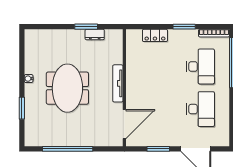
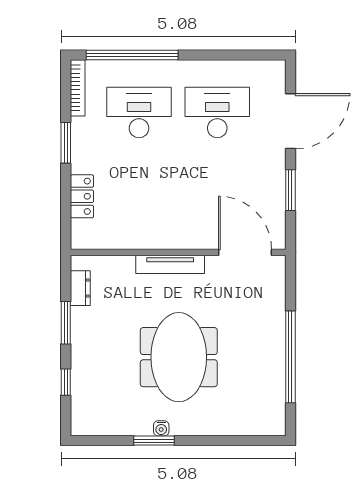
window: (54, 27) -> (66, 382), added
dresser: (95, 34) -> (80, 288), moved
meeting table: (67, 88) -> (179, 357), turned 90
window: (22, 108) -> (154, 441), moved

